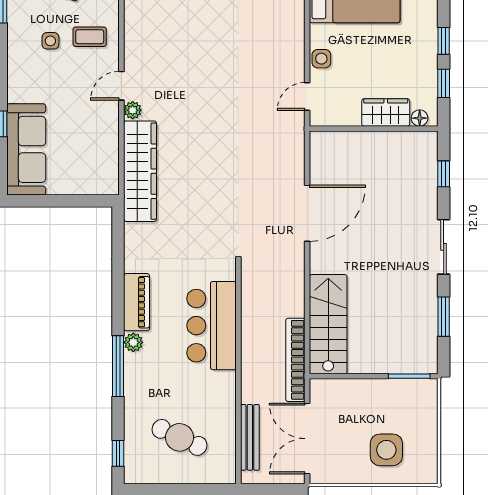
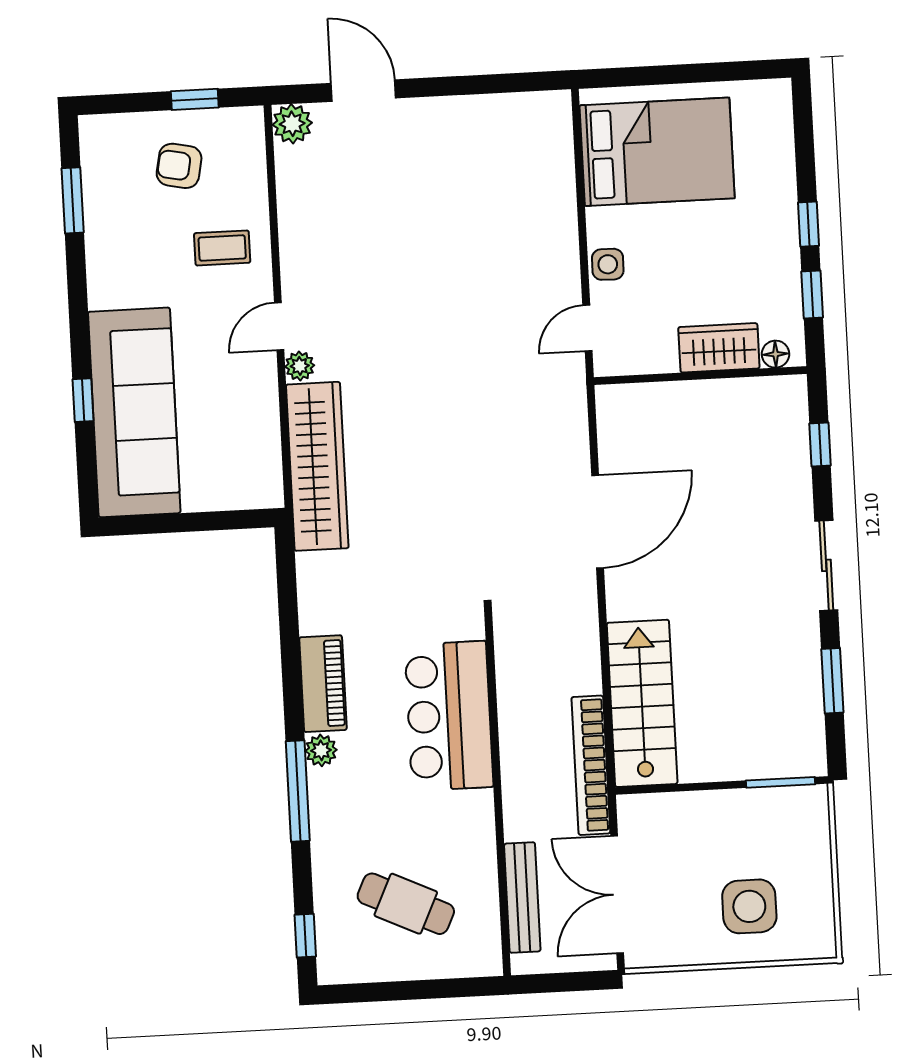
side table: (50, 41) -> (158, 258), removed
sofa: (26, 149) -> (134, 412), width x1.36, depth x1.27

